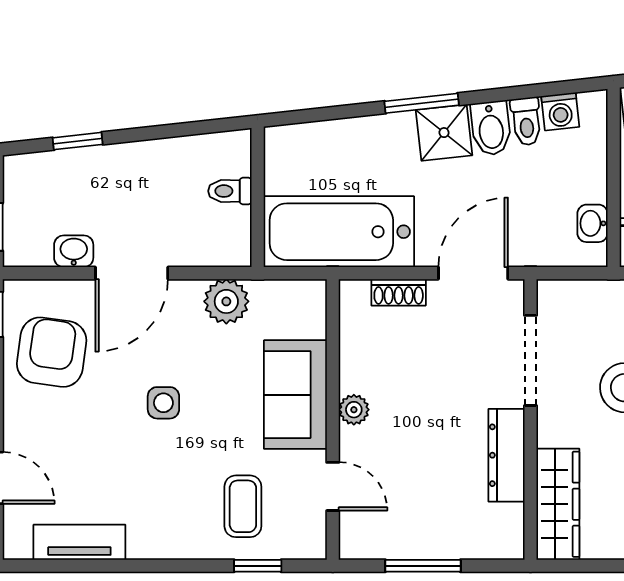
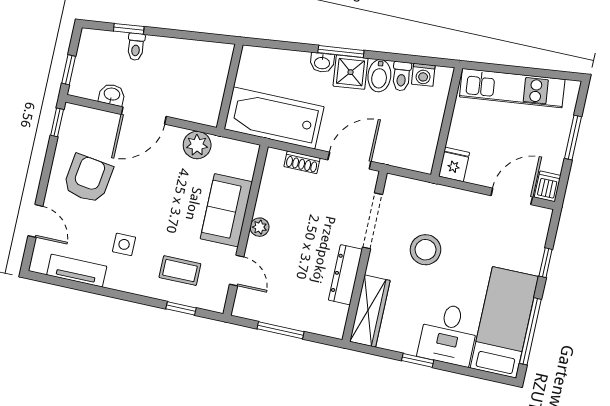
toilet: (230, 191) -> (136, 47), moved, turned -96
washbasin: (593, 223) -> (322, 63), moved, turned -96
armchair: (52, 352) -> (88, 179), moved
side table: (163, 403) -> (124, 244), moved
coffee table: (243, 506) -> (180, 271), turned 90

